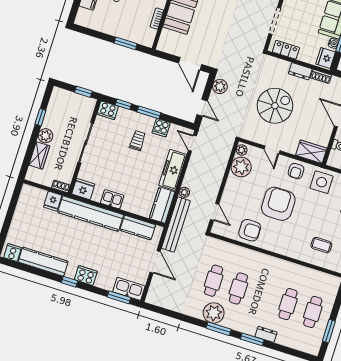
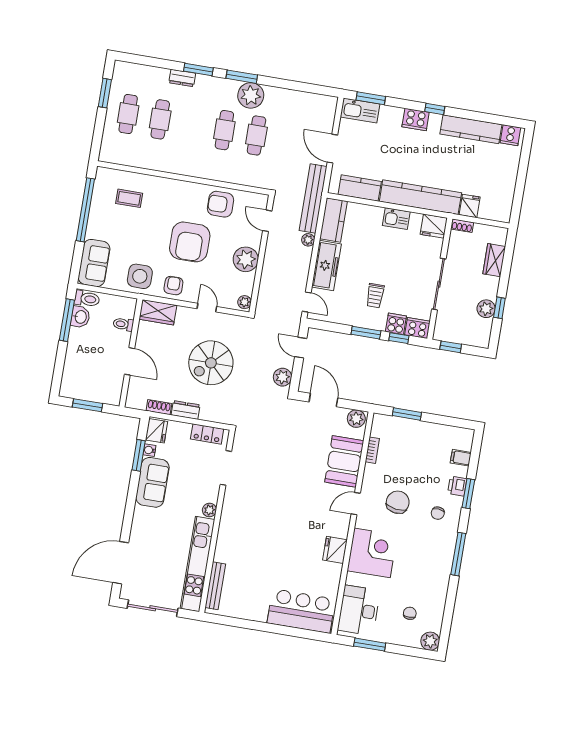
plant: (166, 45) -> (356, 419), added
cooker: (161, 128) -> (396, 324), moved
plant: (45, 136) -> (486, 309), moved
plant: (241, 167) -> (246, 259), moved

